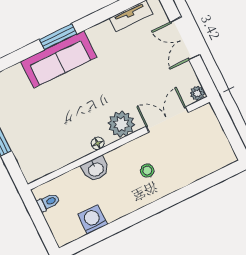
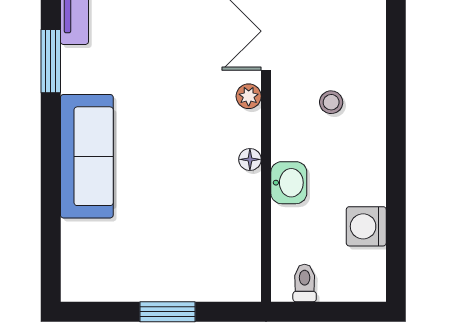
window: (58, 37) -> (51, 61), moved
plant: (121, 124) -> (249, 96), width x0.53, depth x0.53

